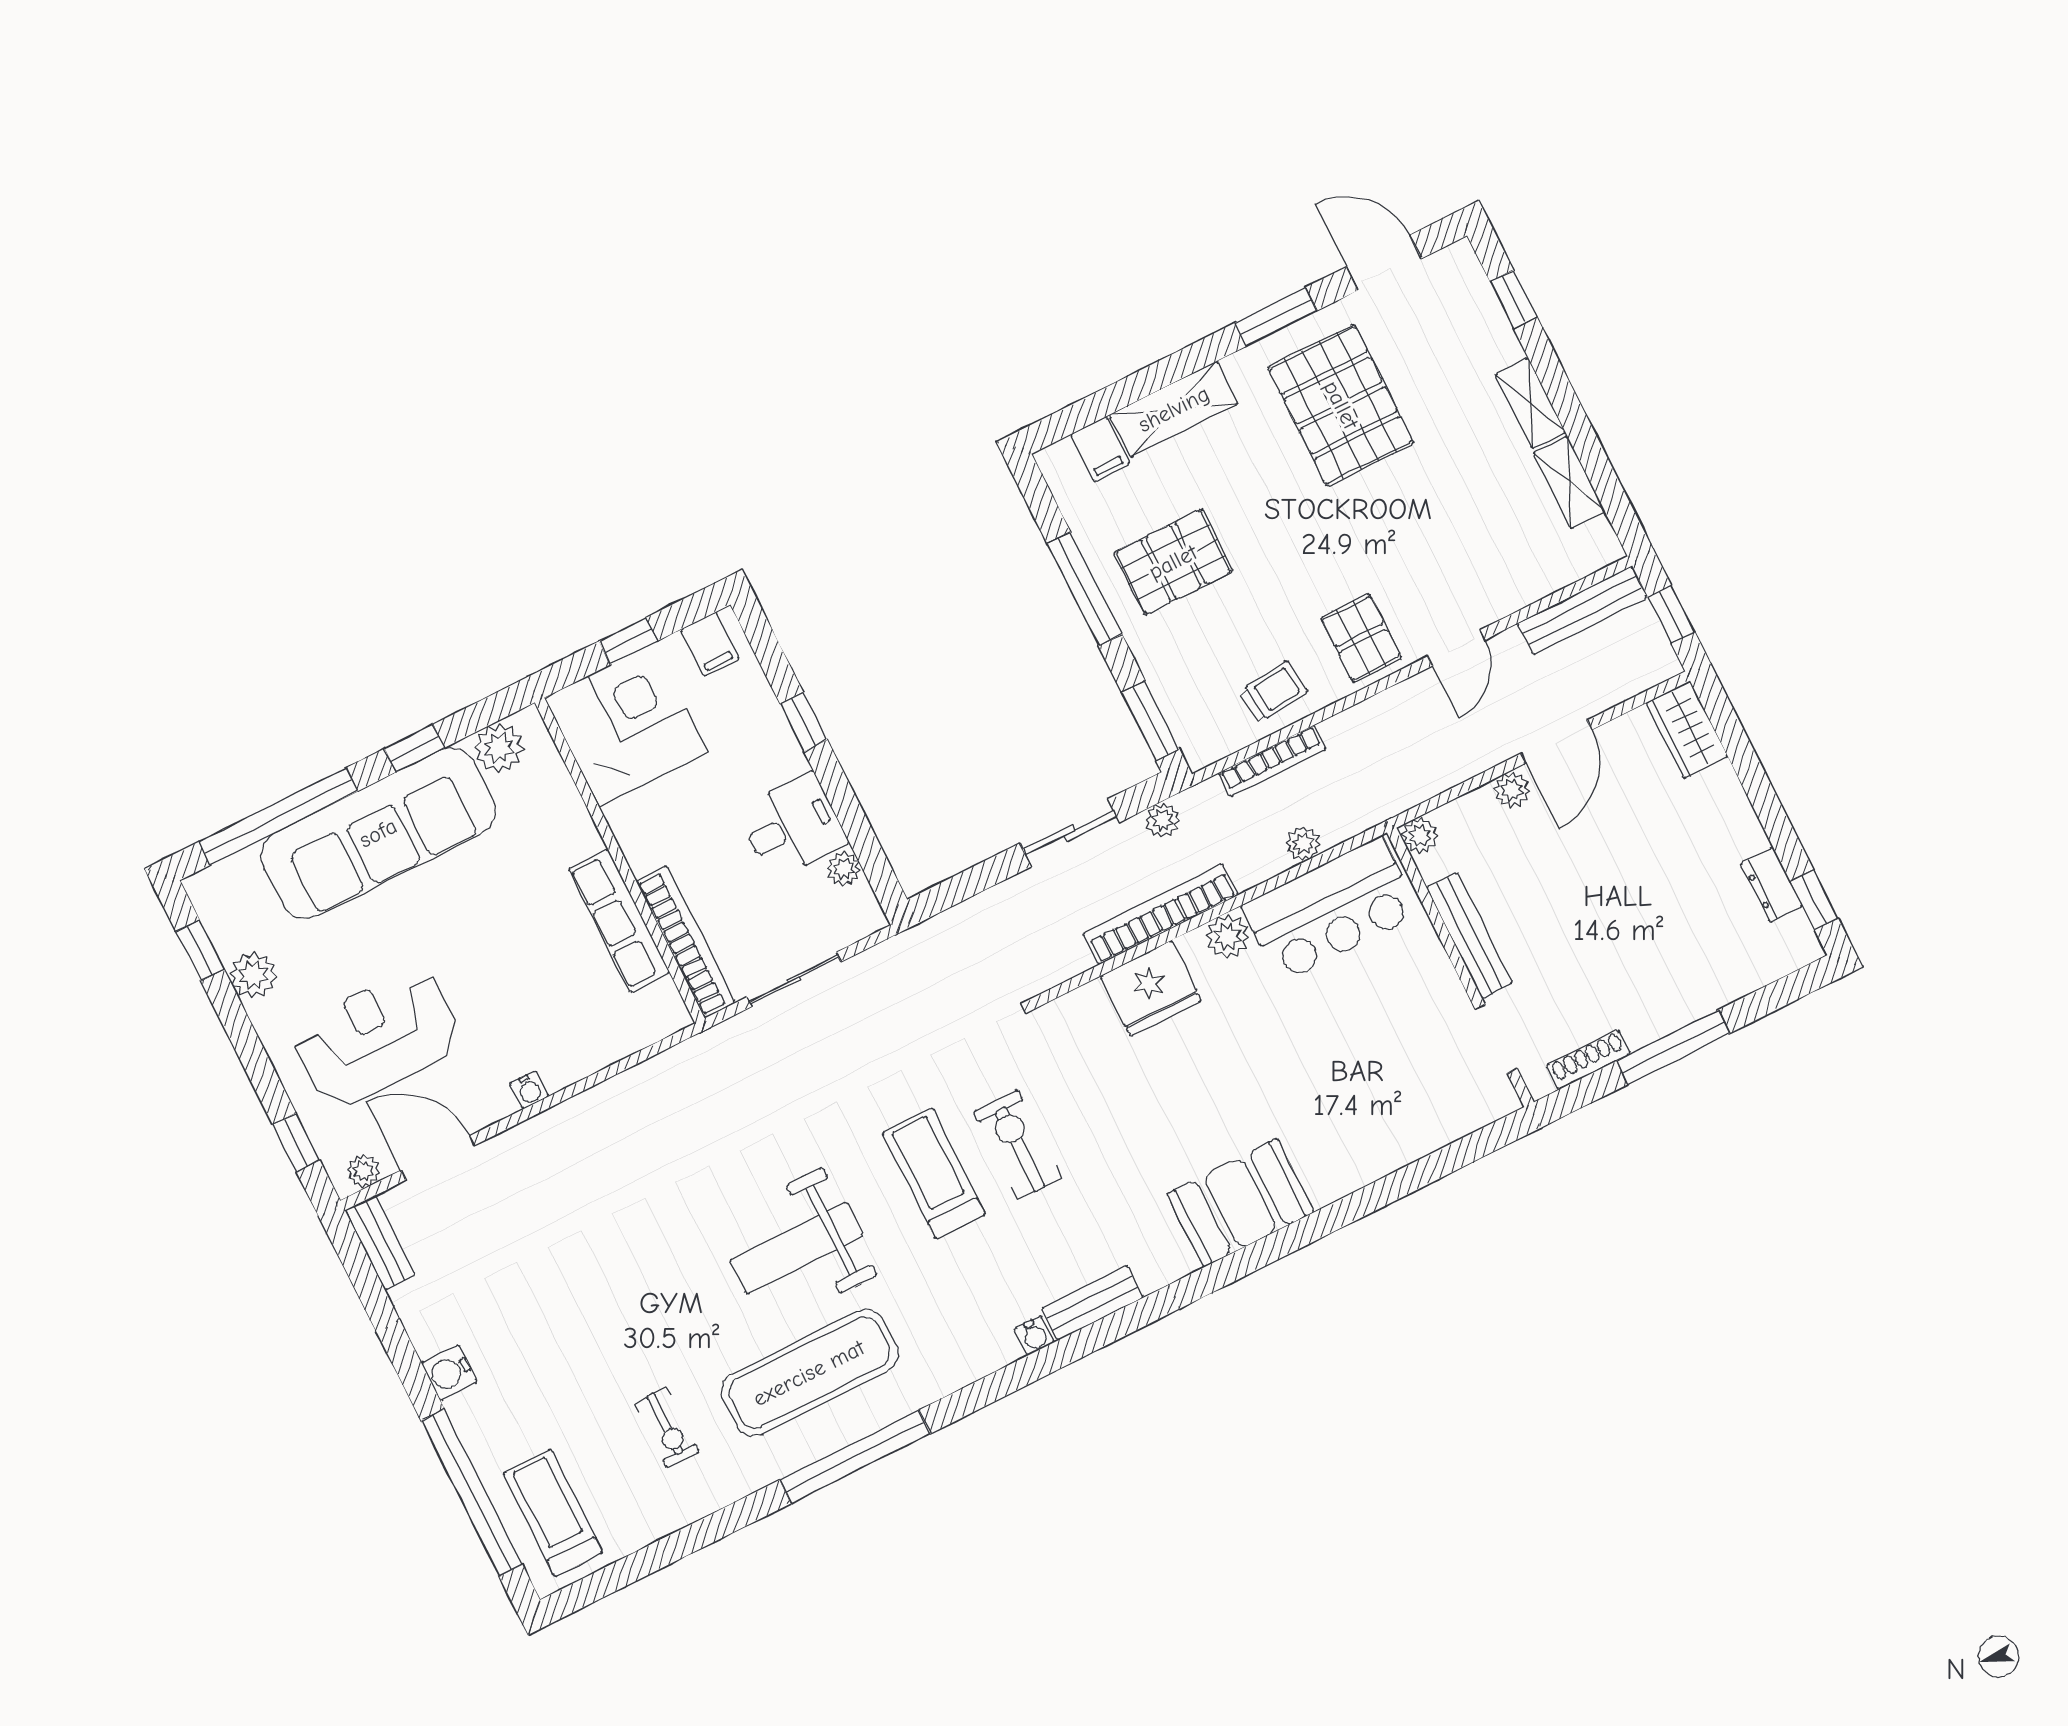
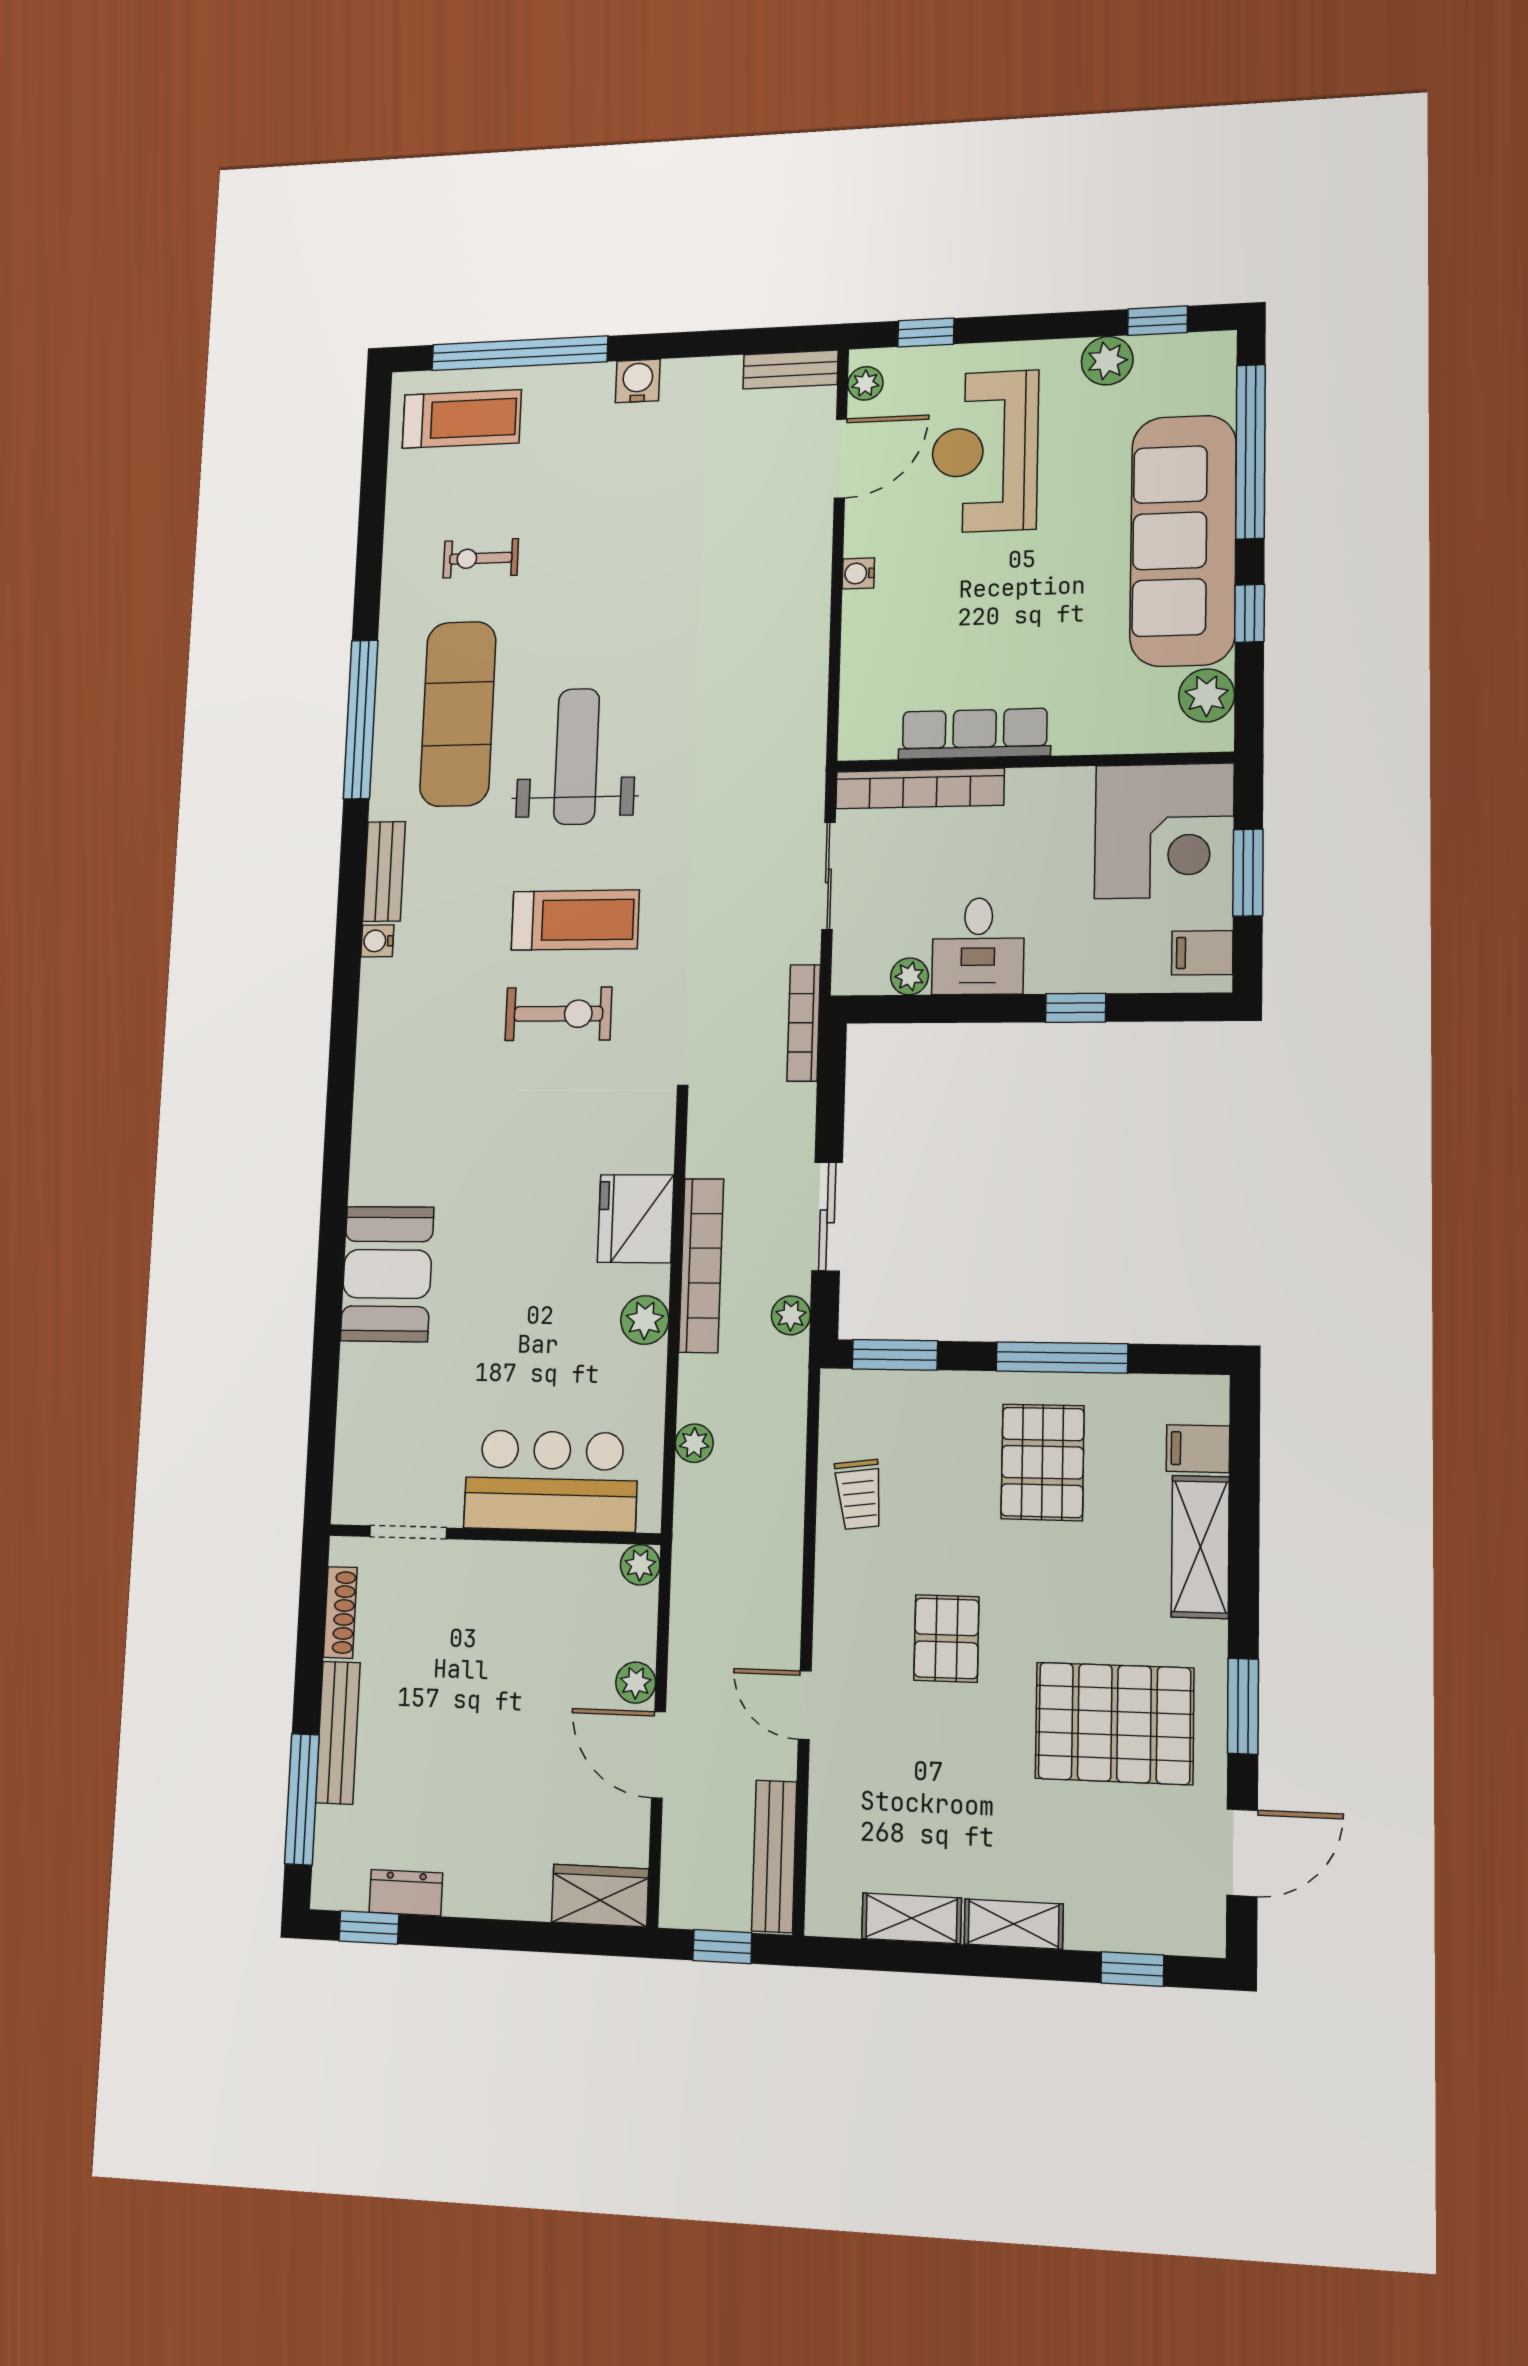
pallet: (1361, 638) -> (946, 1638), moved, turned 90
window: (628, 641) -> (1248, 873), width x1.50
bookcase: (1272, 761) -> (804, 1023), moved
bar counter: (1331, 910) -> (551, 1481), moved, turned 90
bench: (1470, 935) -> (338, 1733), moved, turned 90
reception desk: (377, 1037) -> (985, 452), turned 180
window: (1673, 1047) -> (302, 1799), moved
booth: (1240, 1203) -> (387, 1274), moved
bench: (1093, 1303) -> (384, 871), moved

